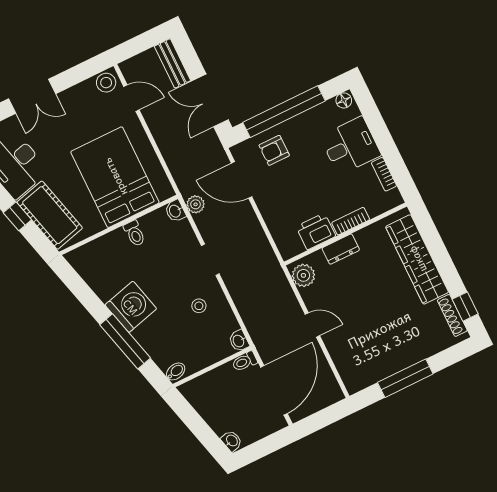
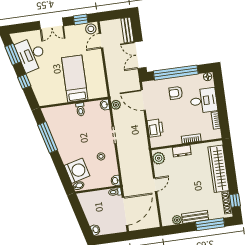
window: (82, 72) -> (81, 19), added
door: (131, 98) -> (101, 41), swing flipped
armchair: (274, 150) -> (176, 93), moved
bed: (115, 177) -> (75, 79), width x0.67
cot: (50, 215) -> (41, 86), removed
printer: (316, 231) -> (155, 128), moved, turned 90
washing machine: (131, 307) -> (77, 171), moved
door: (312, 325) -> (155, 185), hinge flipped
window: (125, 341) -> (48, 137), moved
bench: (403, 359) -> (195, 217), added
plant: (372, 375) -> (177, 220), added
window: (405, 378) -> (210, 224), moved

